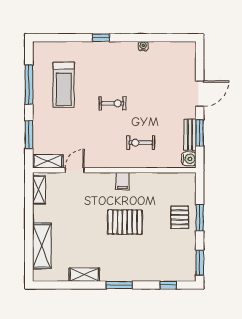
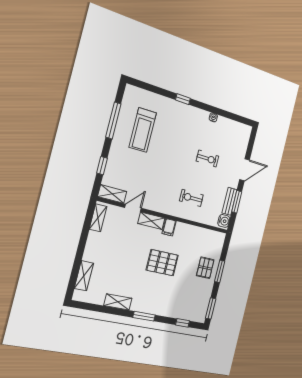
exercise bike: (113, 103) -> (208, 159), moved
window: (29, 135) -> (102, 166), width x0.67
shelving: (100, 179) -> (151, 221), added
shelving: (42, 246) -> (84, 276), width x0.67, depth x0.75

